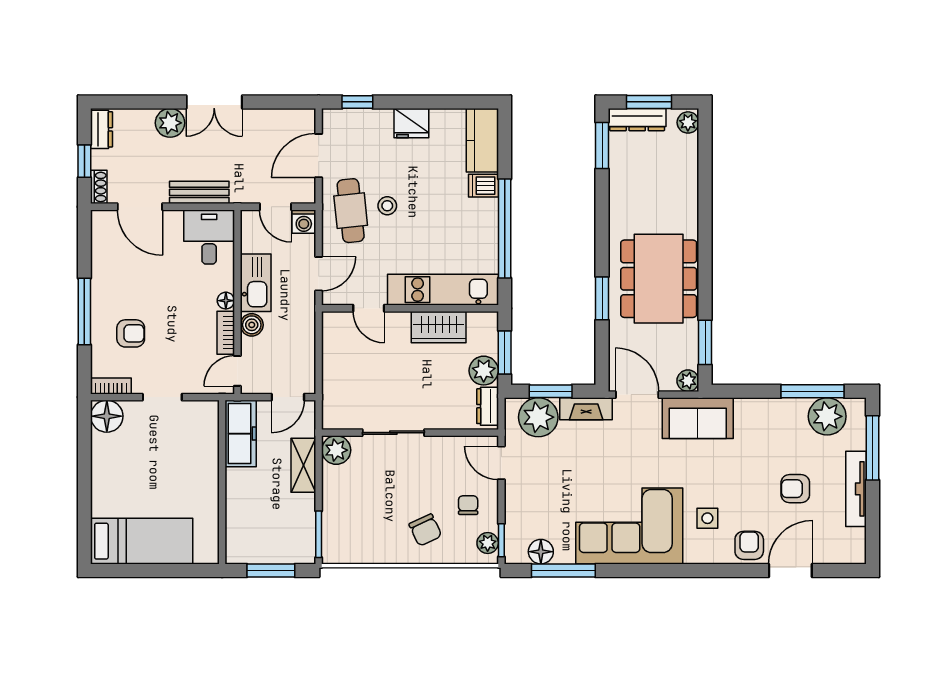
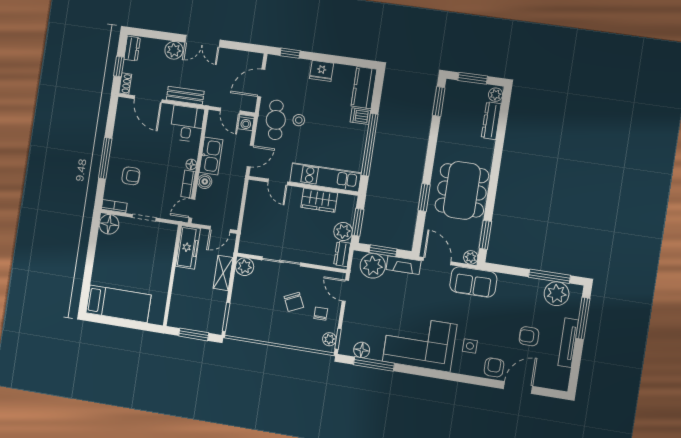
dresser: (637, 120) -> (491, 121), moved, turned 90
chair: (425, 530) -> (294, 302), moved

